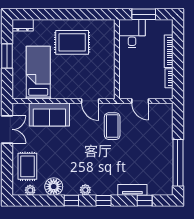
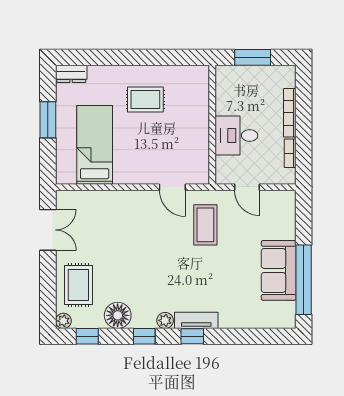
desk: (132, 34) -> (236, 135), moved, turned -90
rug: (72, 42) -> (145, 100), width x0.73, depth x0.70
sofa: (49, 114) -> (279, 270), moved, turned 90
plant: (30, 190) -> (63, 321), moved
tv unit: (132, 190) -> (196, 320), moved
window: (145, 201) -> (87, 336), moved

